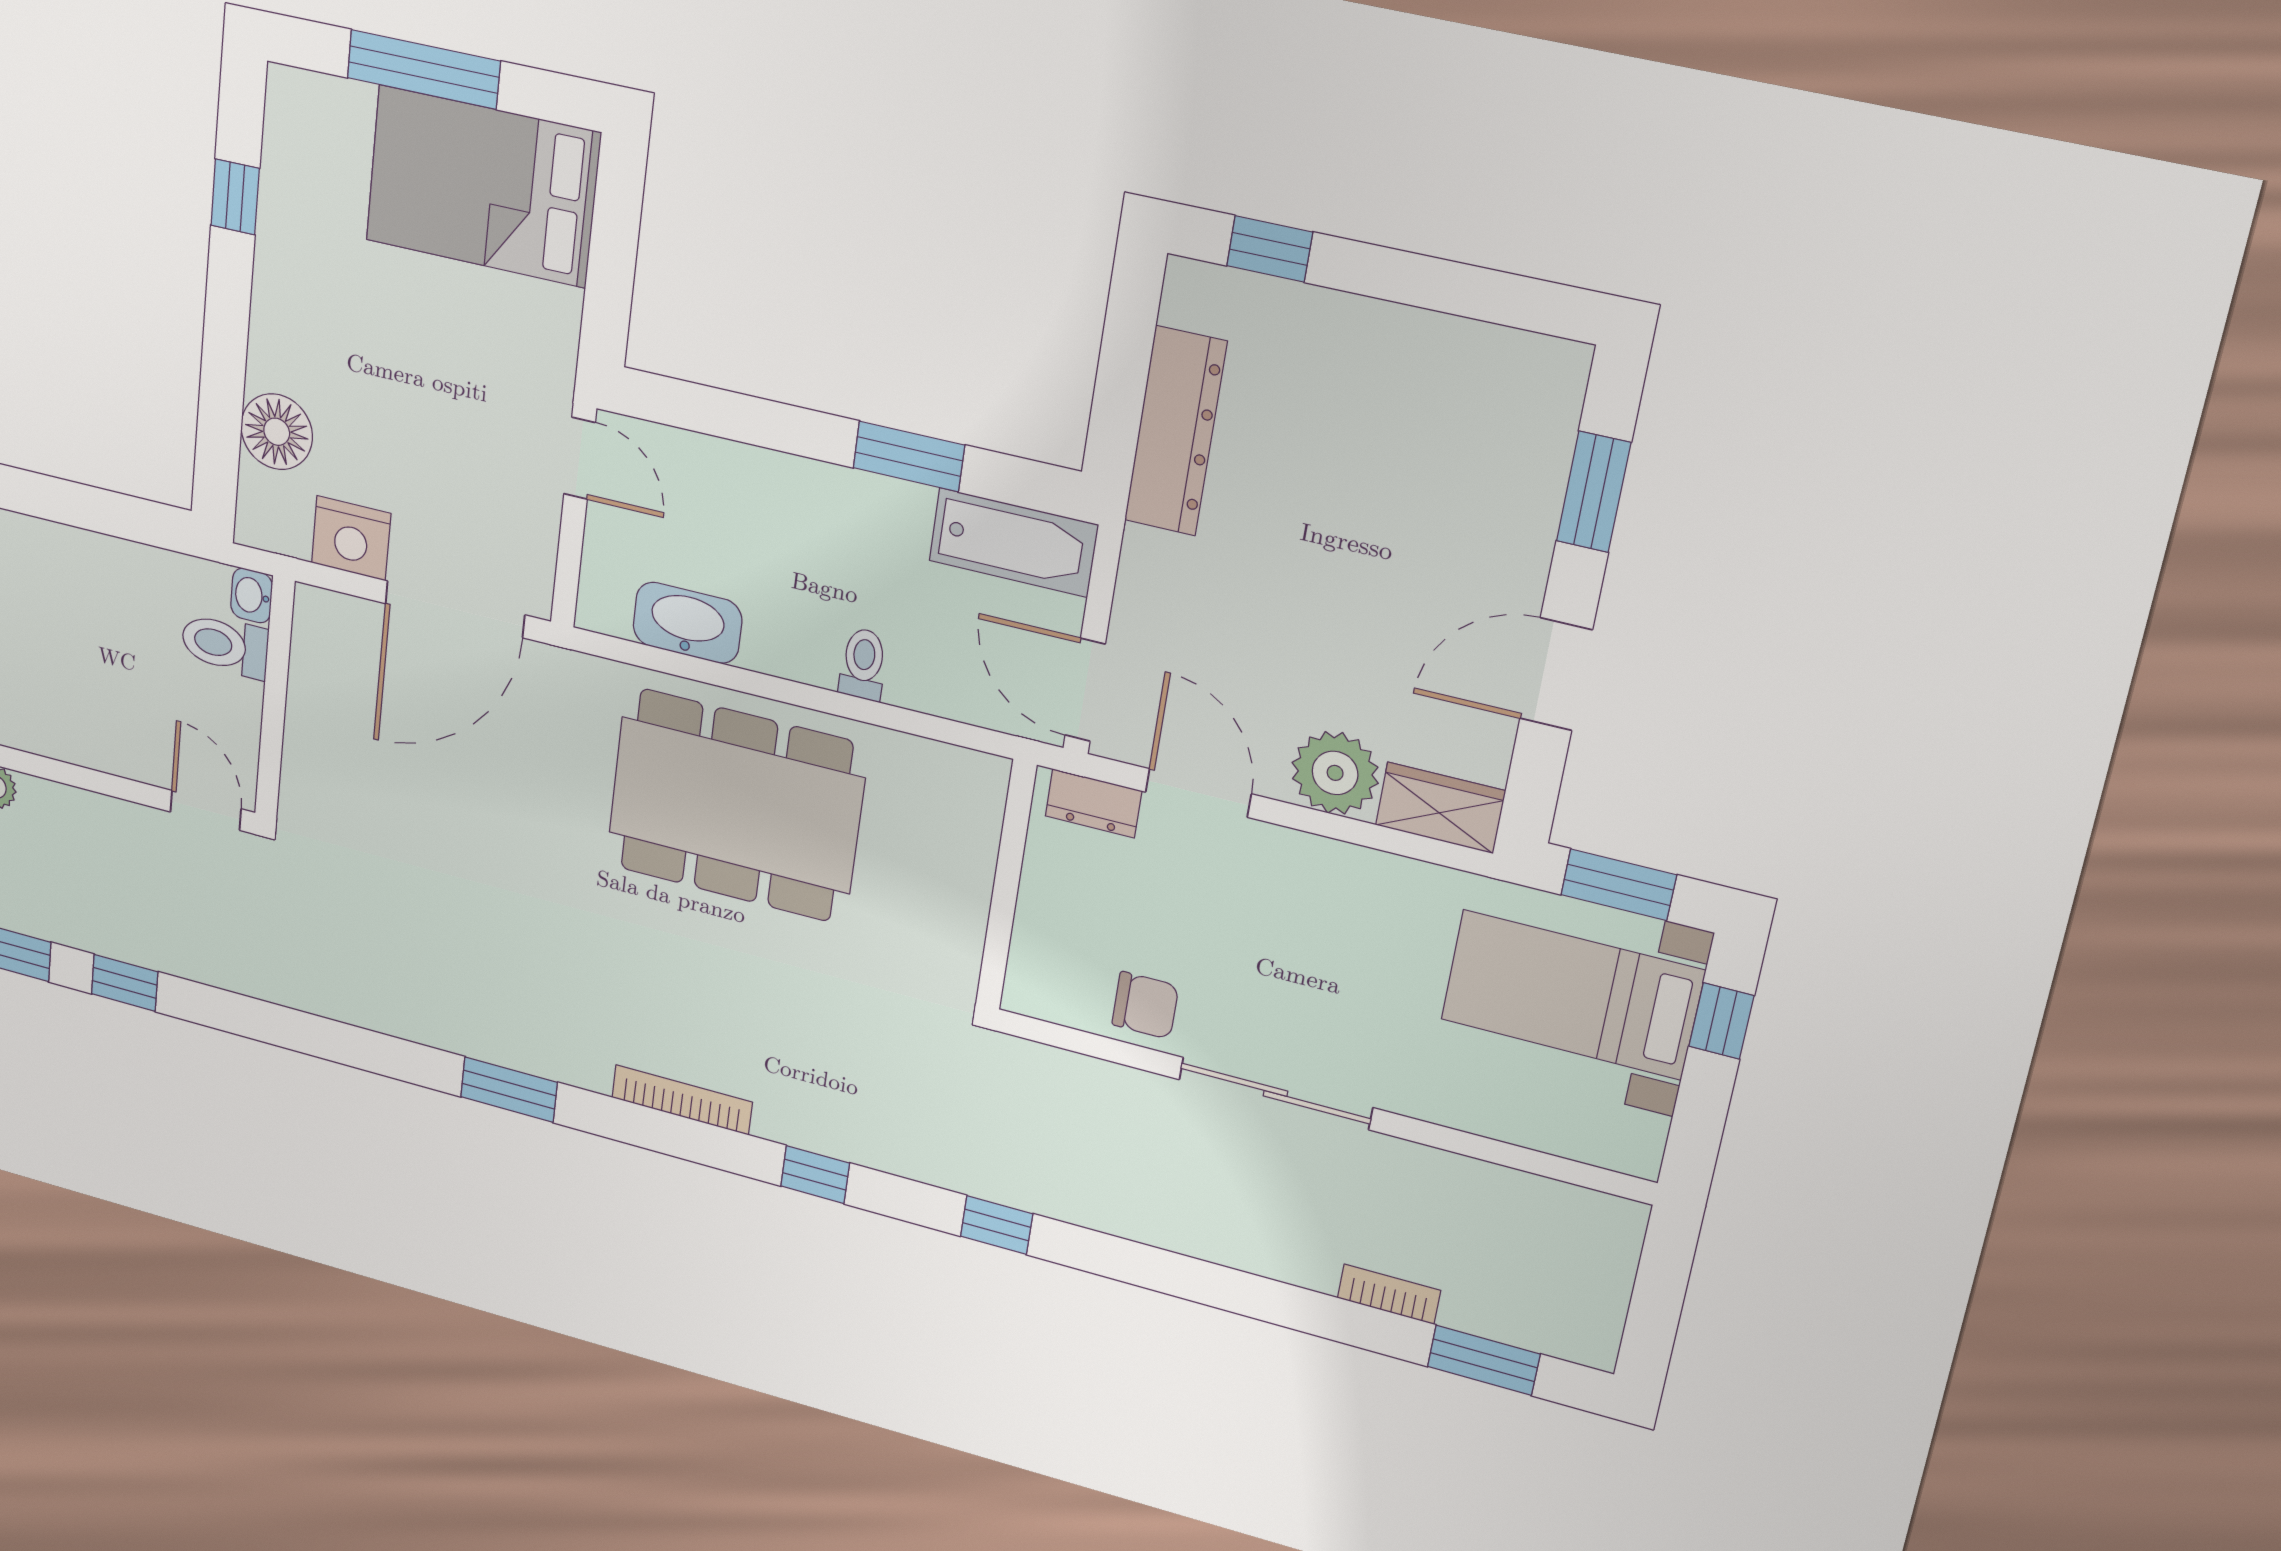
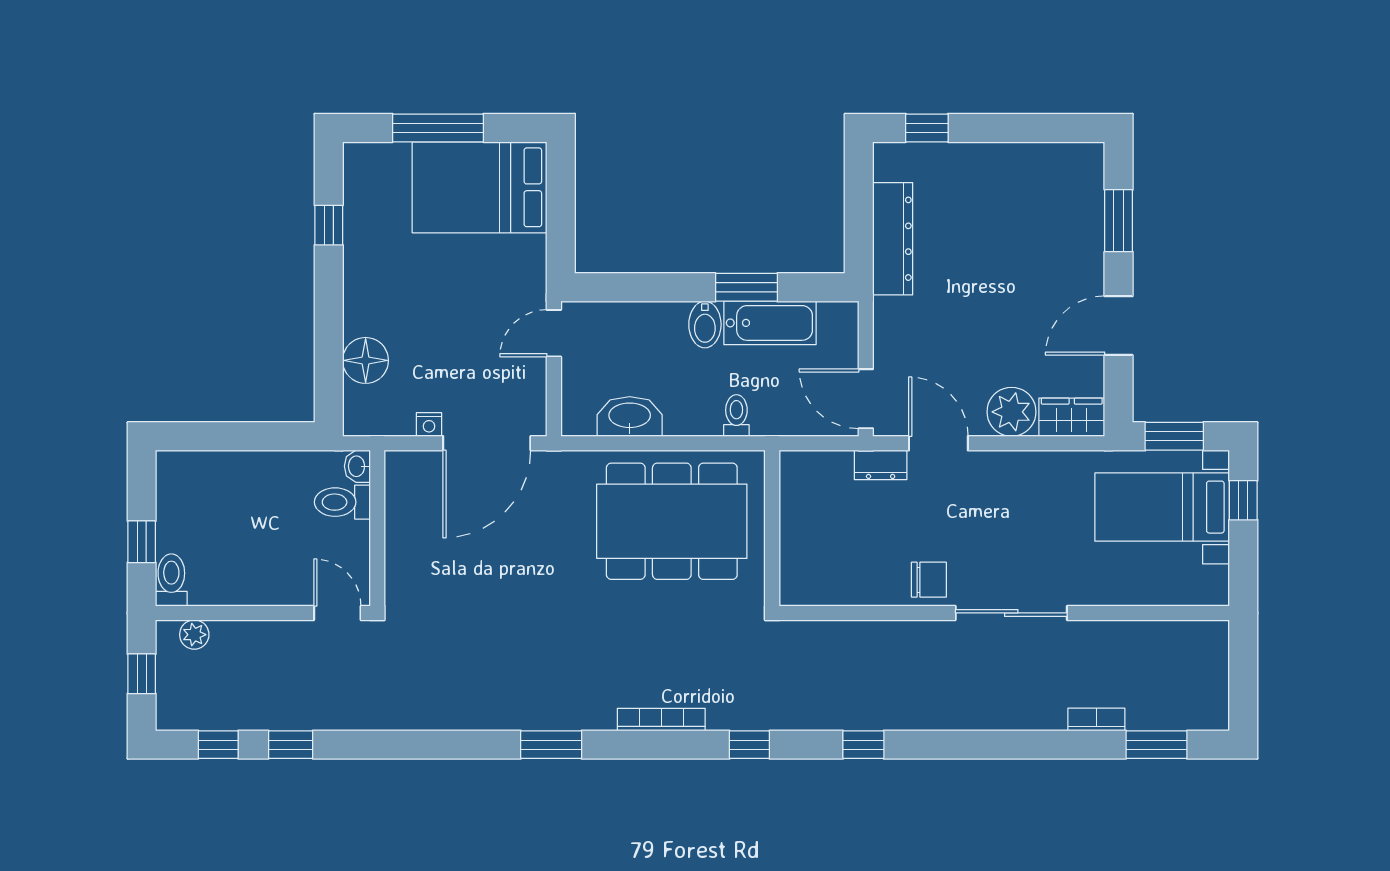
door: (579, 458) -> (554, 333), swing flipped
bidet: (830, 502) -> (705, 324), added
nightstand: (351, 538) -> (429, 424), width x0.53, depth x0.56
bathtub: (1013, 543) -> (770, 323), moved
wall: (1006, 886) -> (772, 528), moved

